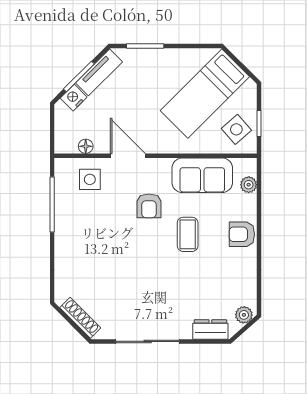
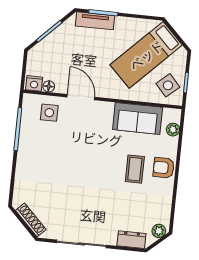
tv unit: (99, 72) -> (95, 21), moved, turned 45
nightstand: (74, 98) -> (34, 83), moved, turned -135
armchair: (149, 206) -> (93, 138), removed
coffee table: (188, 234) -> (135, 169), moved

